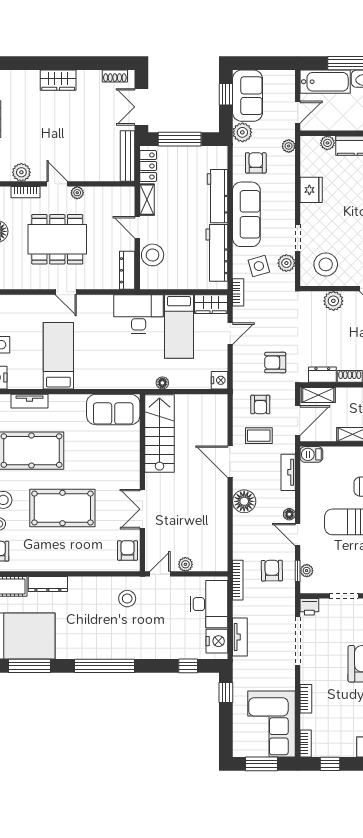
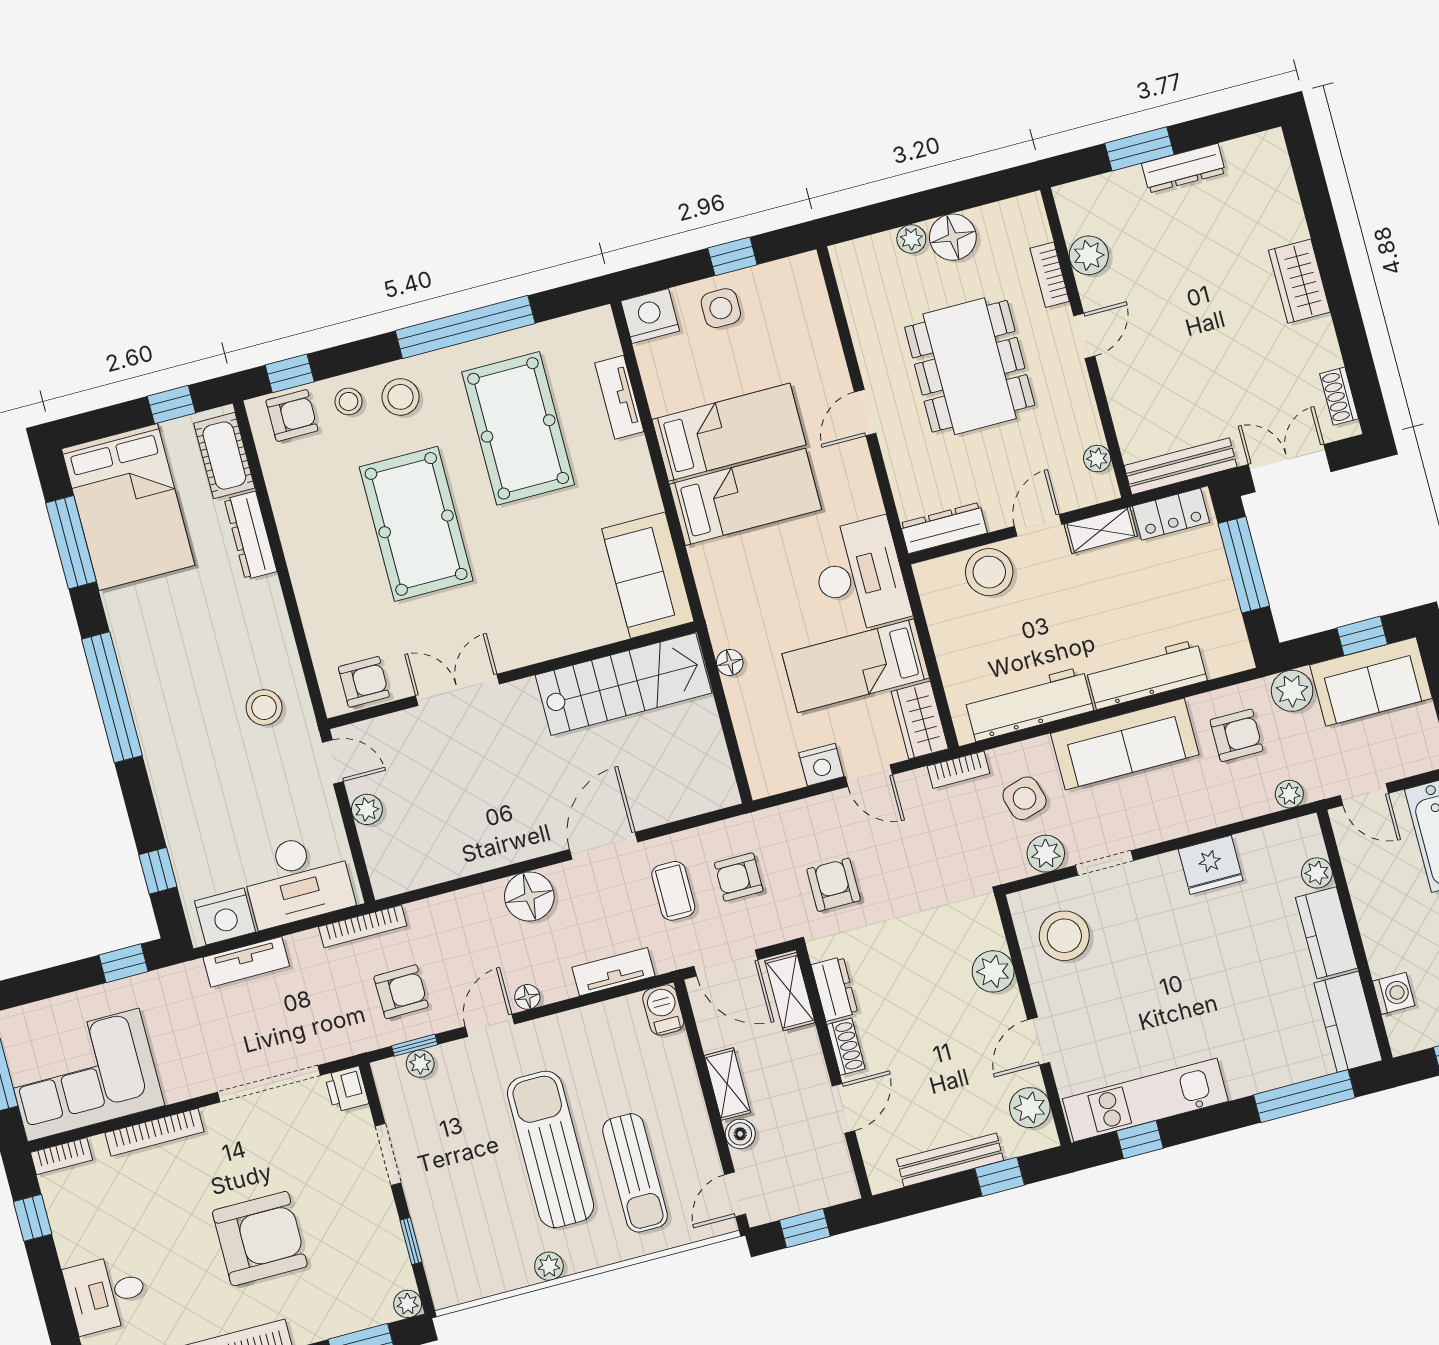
plant: (77, 193) -> (1097, 459), moved
bed: (89, 356) -> (745, 497), added
nightstand: (219, 380) -> (821, 765), moved
bookcase: (306, 699) -> (154, 1132), width x1.56

